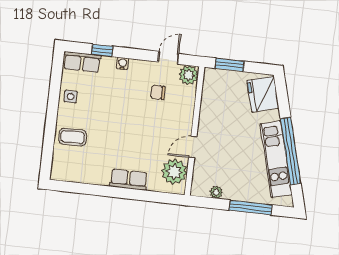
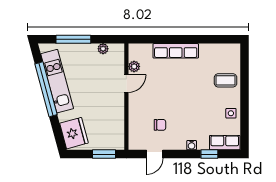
plant: (189, 75) -> (136, 142), removed
plant: (174, 172) -> (134, 66), width x0.53, depth x0.53
row of seats: (129, 180) -> (176, 51), width x1.48

